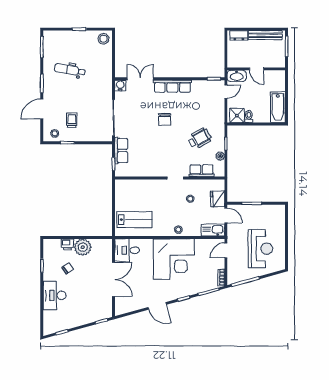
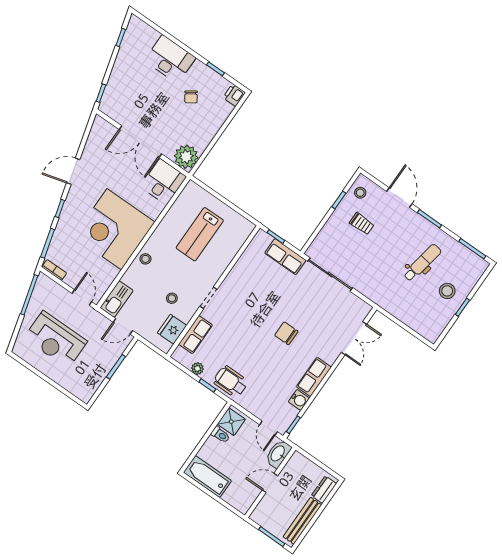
stool: (103, 39) -> (447, 291), moved
water cooler: (120, 86) -> (299, 400), moved
row of seats: (172, 86) -> (314, 377), width x0.68
wheelchair: (199, 138) -> (231, 382), moved, turned 119
fridge: (218, 199) -> (172, 329), moved, turned -90
lab bench: (134, 220) -> (200, 234), moved
printer: (67, 244) -> (234, 95), moved
plant: (83, 247) -> (186, 157), moved

